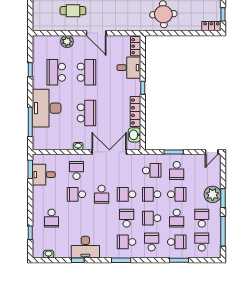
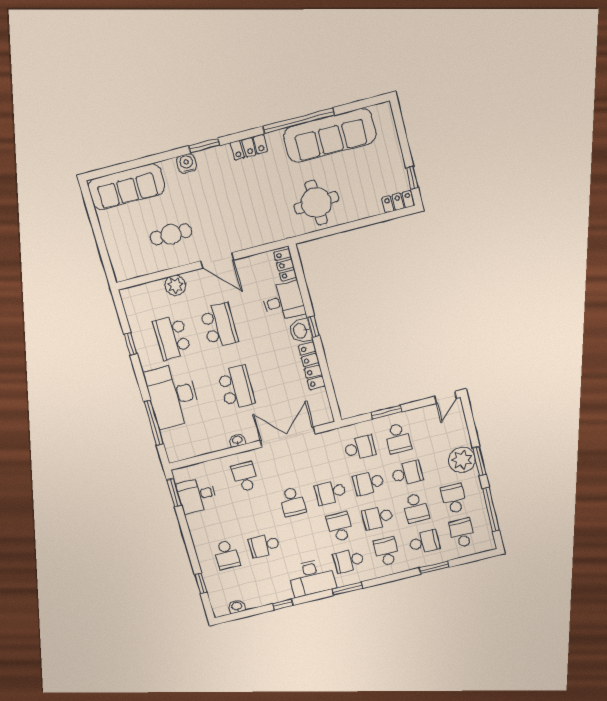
washbasin: (134, 135) -> (301, 331), moved
school desk: (77, 194) -> (264, 545), moved
desk: (85, 247) -> (312, 578), moved

